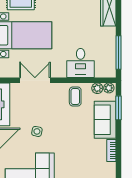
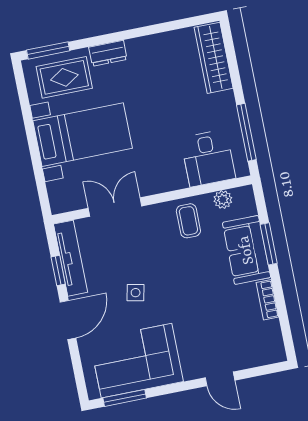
desk: (81, 63) -> (208, 158), moved
plant: (109, 88) -> (242, 195), removed
window: (118, 108) -> (269, 244), moved

